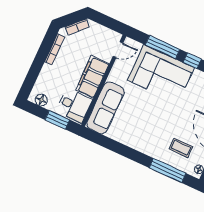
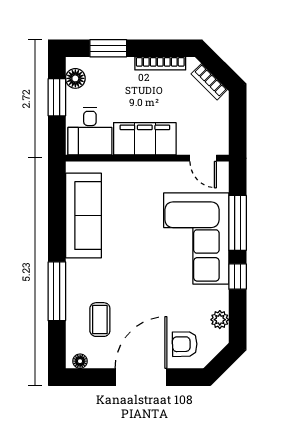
window: (33, 74) -> (108, 48), added
sofa: (105, 108) -> (84, 216), moved, turned -90
window: (57, 120) -> (57, 97), moved
window: (168, 171) -> (57, 291), moved

